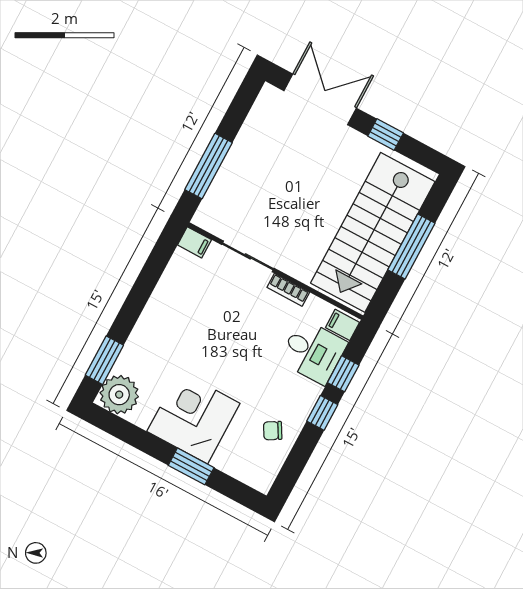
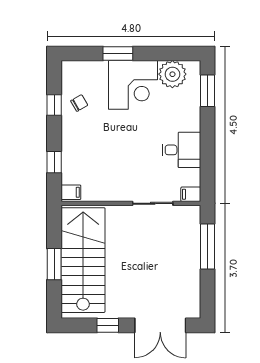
window: (411, 246) -> (54, 264), width x0.69
bookcase: (288, 290) -> (116, 196), removed
desk: (313, 352) -> (181, 150), moved, turned 180
plant: (119, 395) -> (172, 74), moved
window: (322, 413) -> (54, 105), moved

